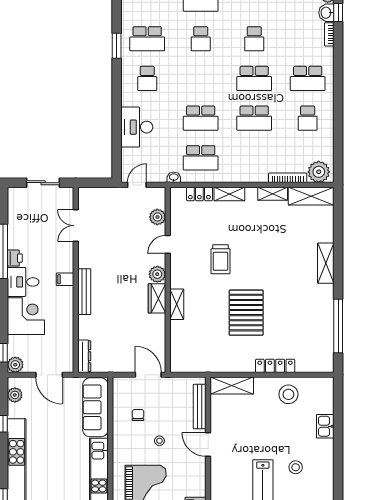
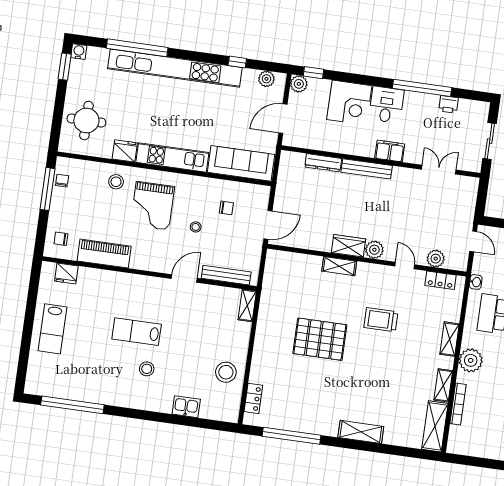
plant: (319, 172) -> (471, 360), moved
locker: (199, 194) -> (441, 280), moved, turned -90
printer: (15, 258) -> (448, 104), moved
filing cabinet: (65, 279) -> (390, 151), width x2.00
dresser: (84, 356) -> (323, 163), moved
locker: (275, 366) -> (253, 398), moved, width x0.66
shelving: (232, 386) -> (247, 305), width x0.67, depth x0.75

